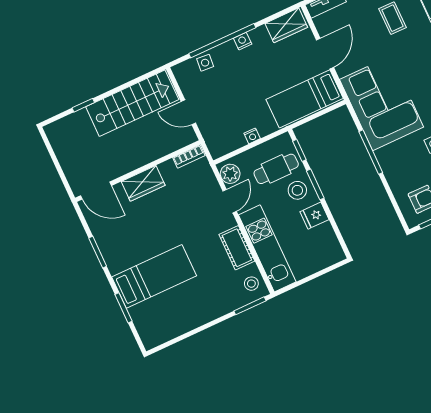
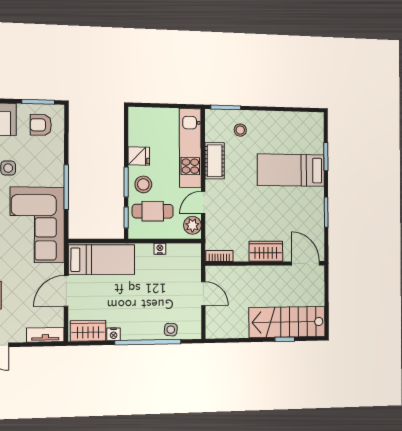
nightstand: (243, 41) -> (114, 334), moved
stairs: (132, 103) -> (287, 322), moved
stool: (251, 284) -> (240, 130), moved

